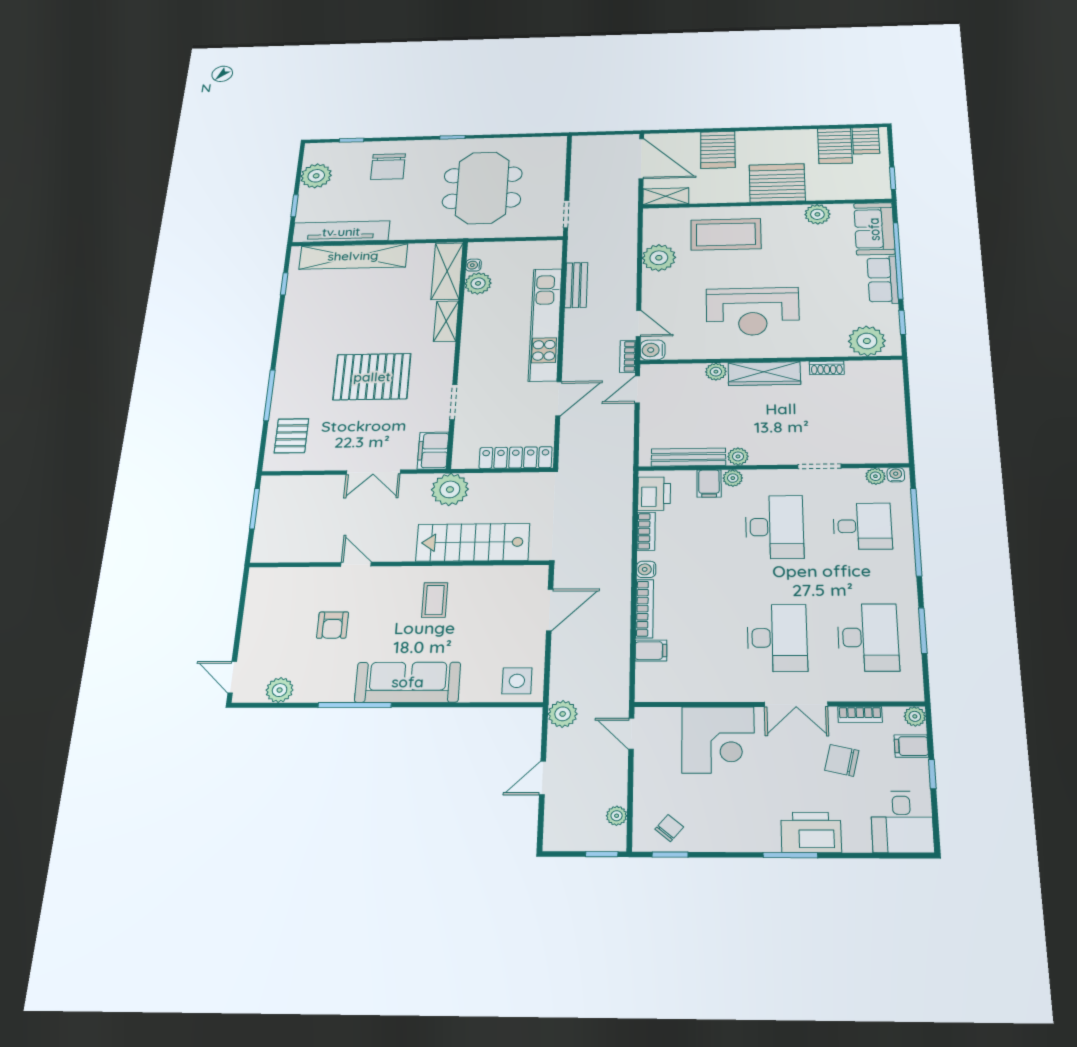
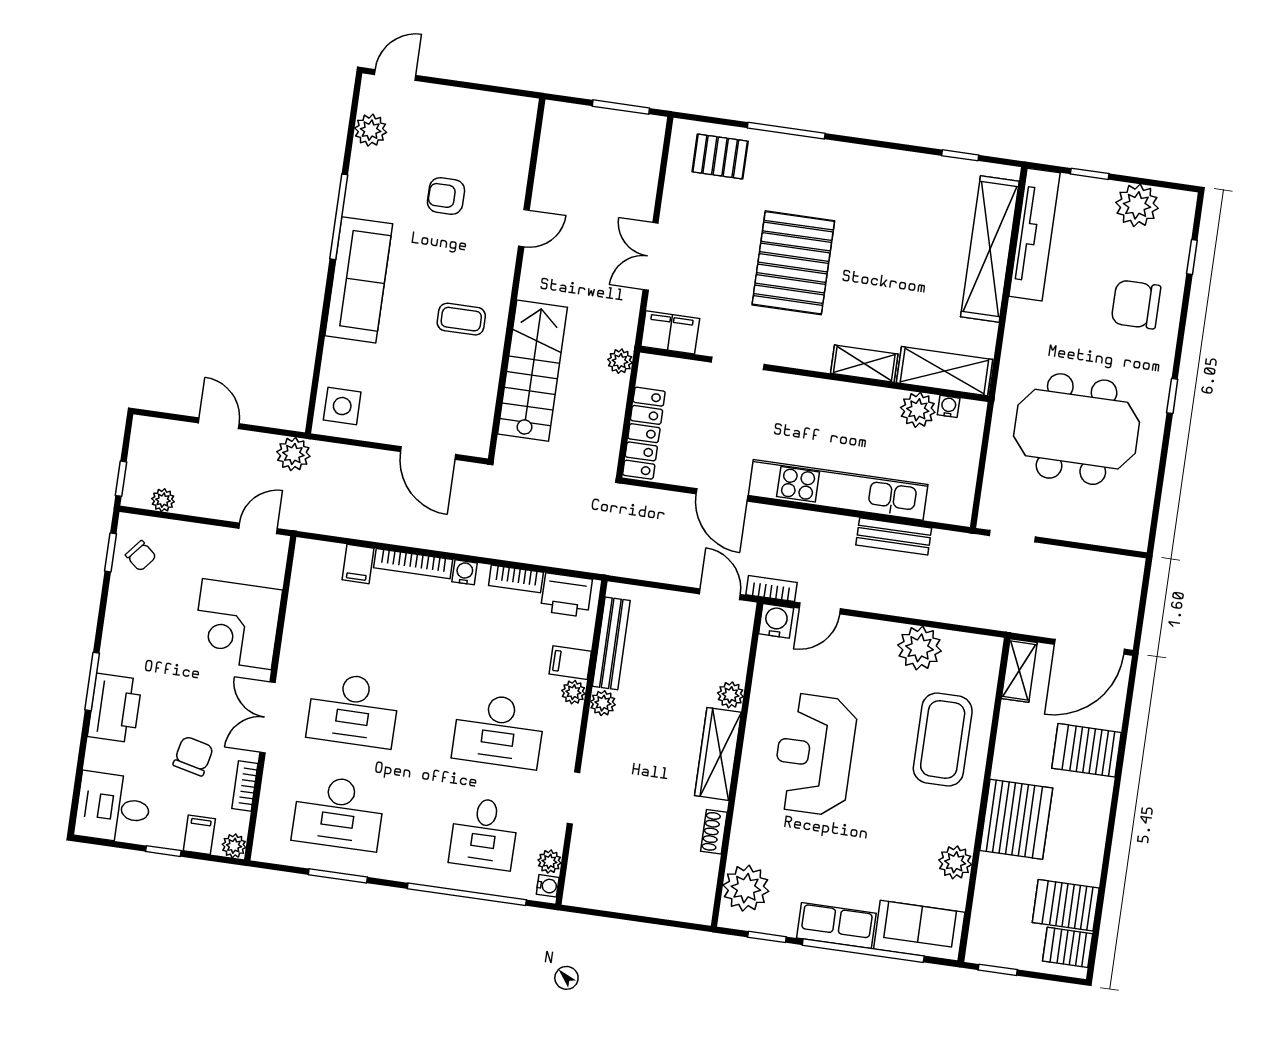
plant: (450, 489) -> (620, 361), width x0.53, depth x0.53

